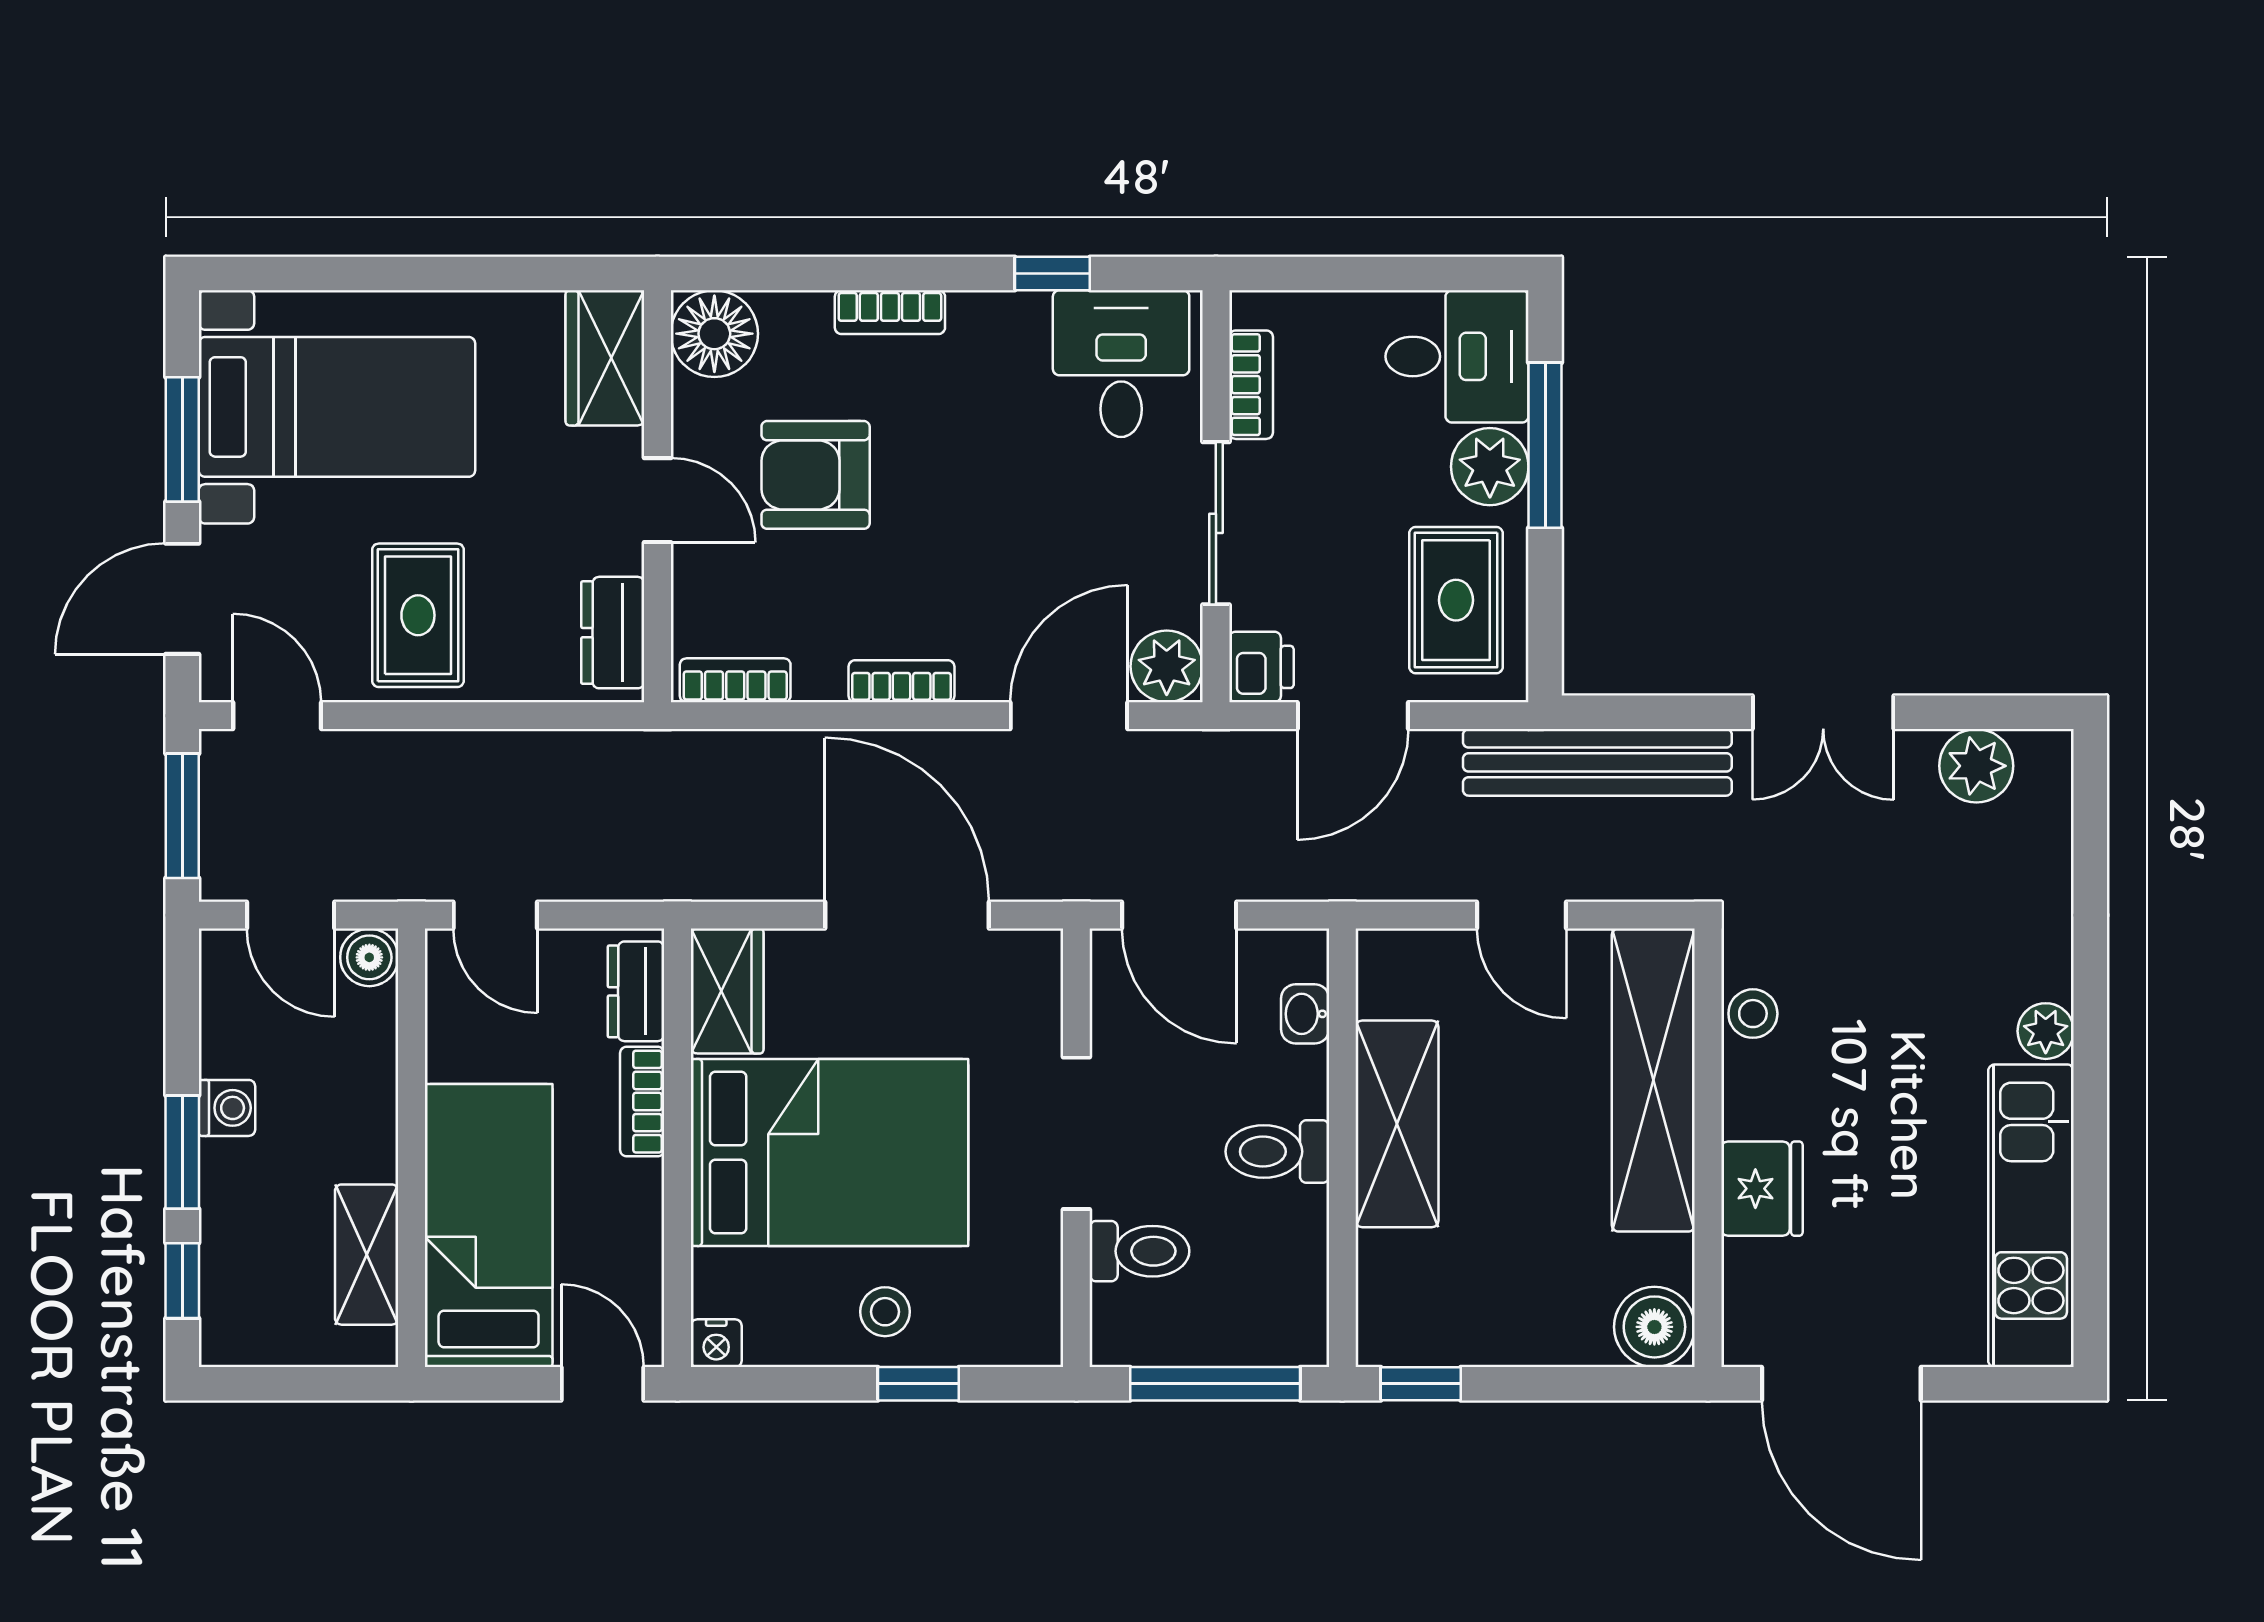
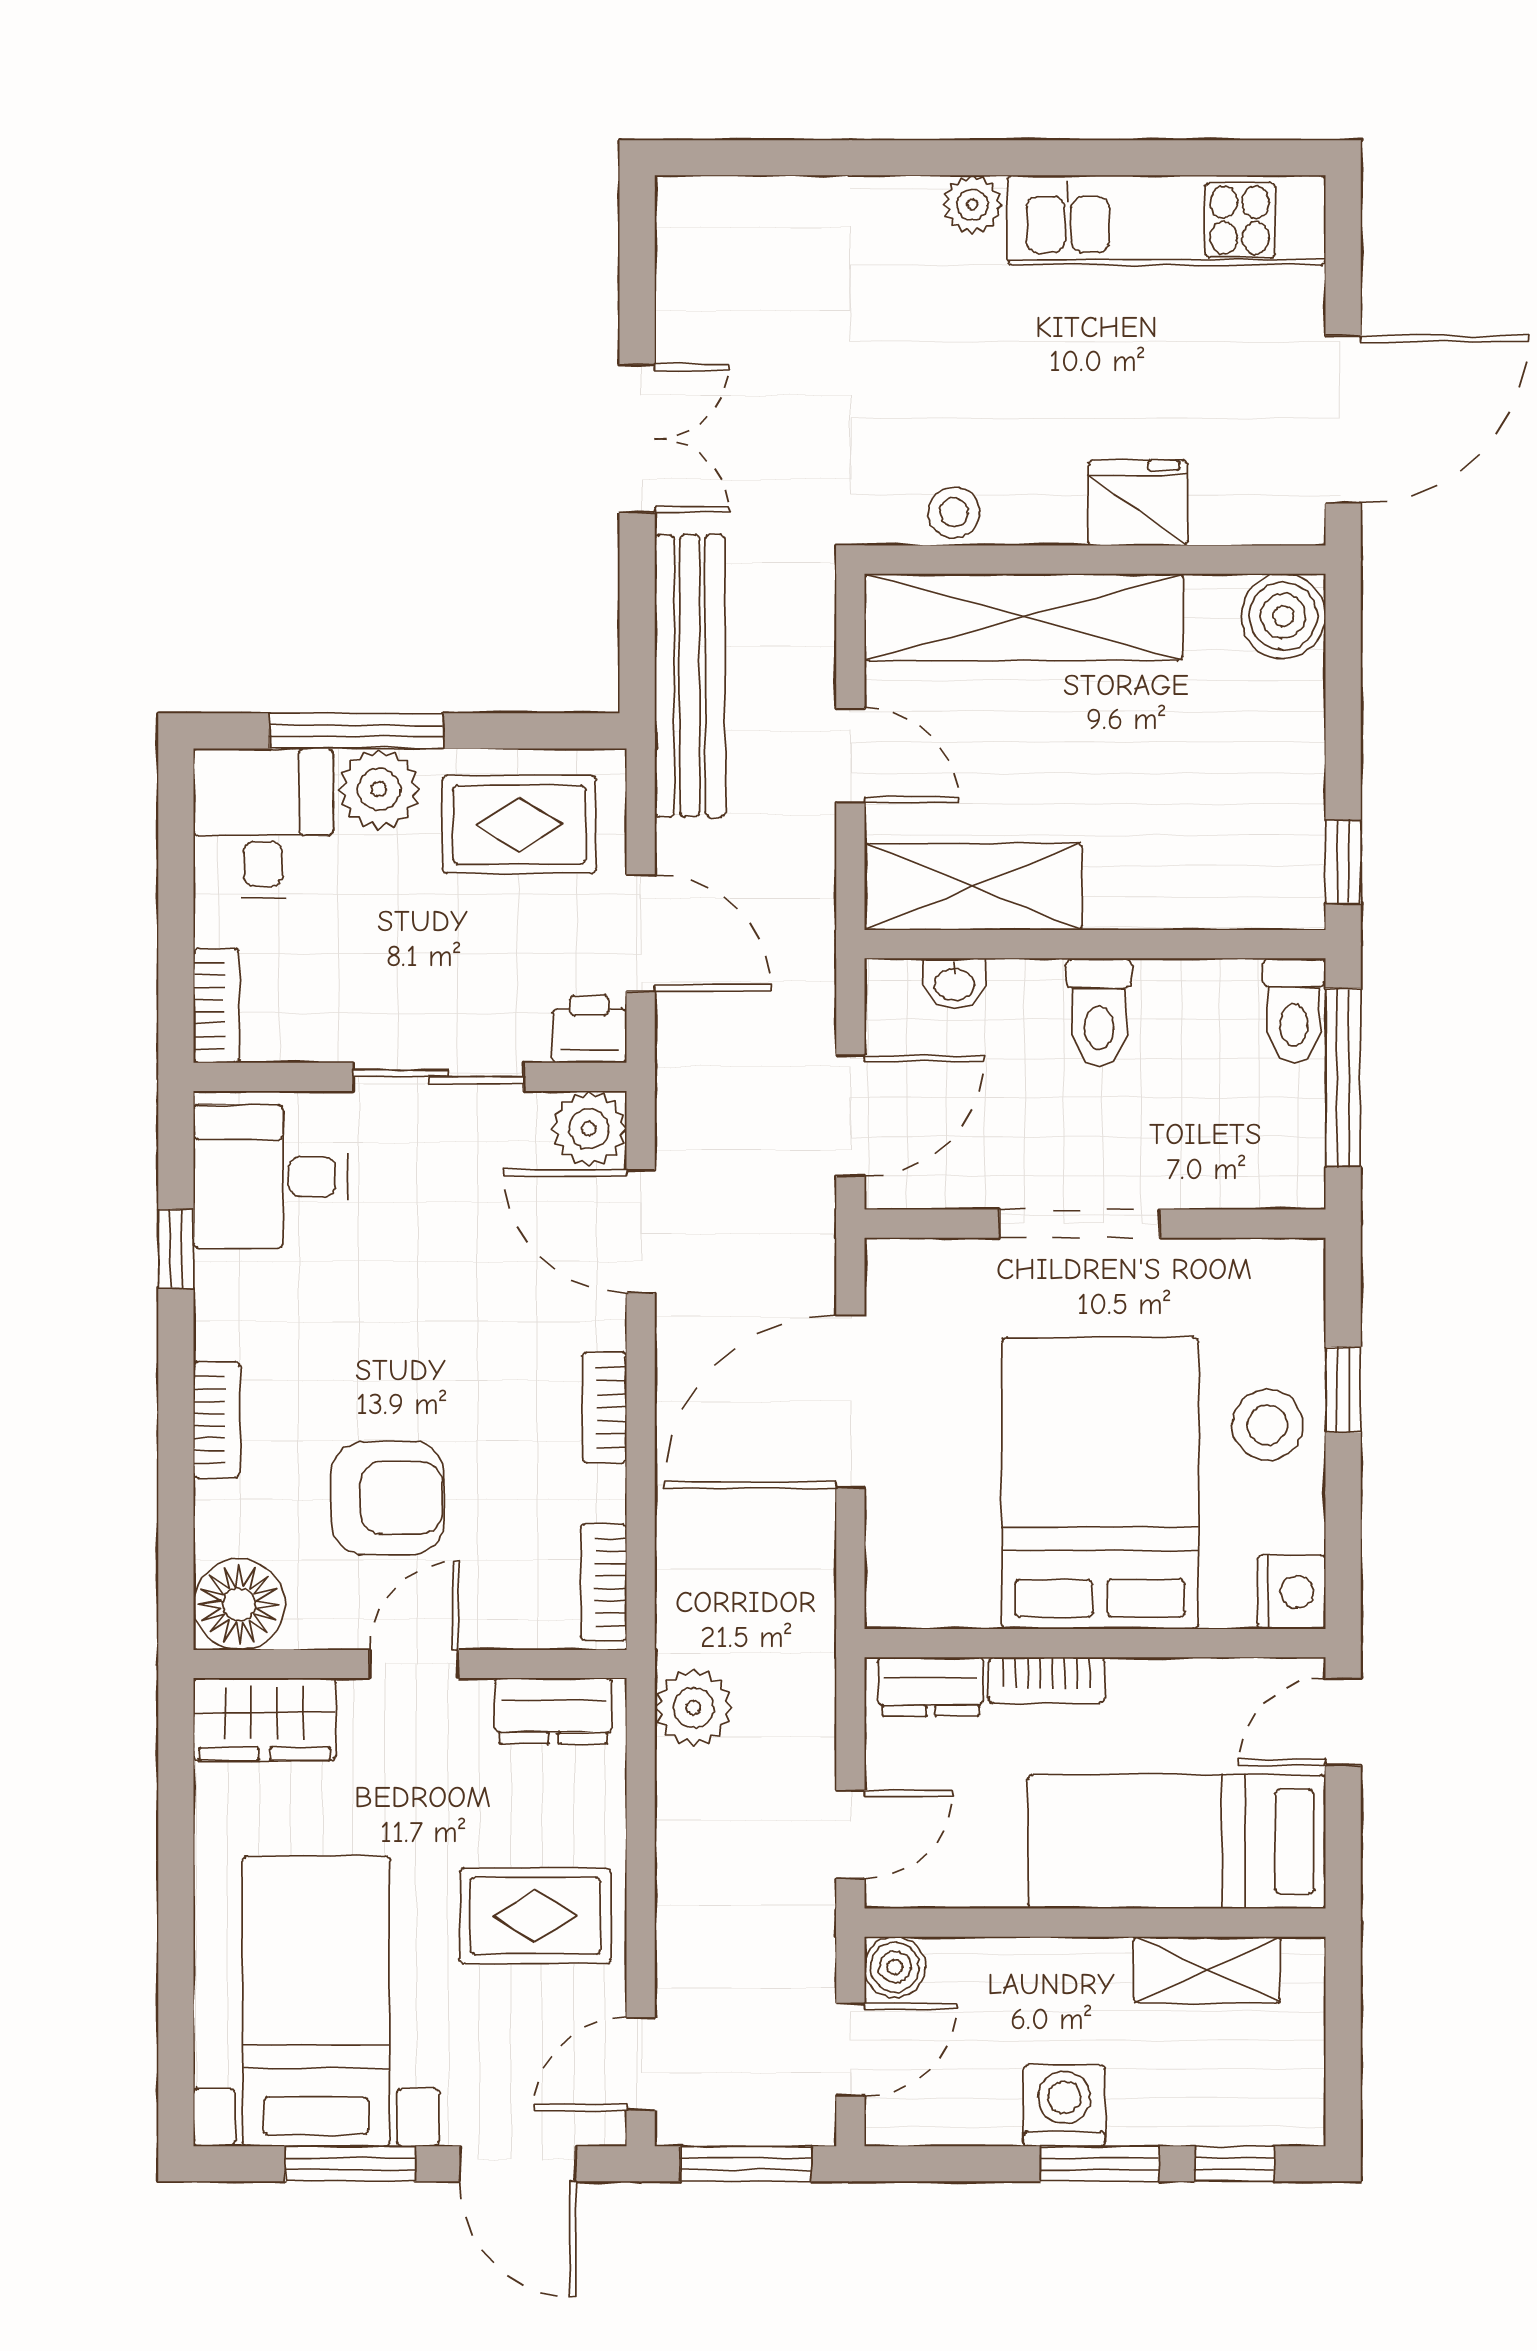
bookcase: (1251, 385) -> (216, 1006), moved, turned 90
armchair: (816, 475) -> (388, 1498), turned -90
plant: (1976, 766) -> (693, 1708), moved
door: (1522, 915) -> (850, 756), hinge flipped
wardrobe: (727, 991) -> (930, 1591), removed
washing machine: (227, 1108) -> (1064, 2106), width x1.38, depth x1.38
shelving: (1397, 1124) -> (973, 887), moved
toilet: (1139, 1251) -> (1294, 1010), moved, turned 180
stool: (885, 1312) -> (1267, 1425), width x1.37, depth x1.37
nightstand: (716, 1343) -> (1292, 1592), width x1.39, depth x1.35

